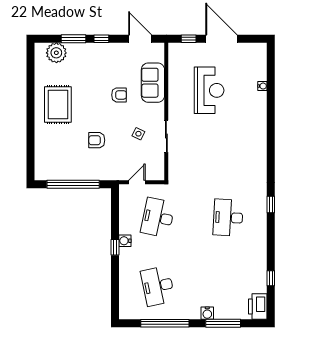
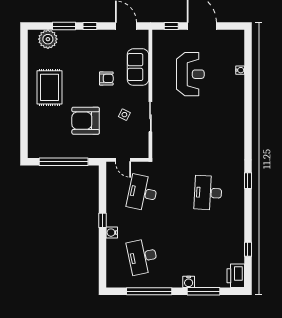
armchair: (97, 140) -> (86, 121), width x1.88, depth x1.88
door: (137, 182) -> (123, 160), swing flipped
water cooler: (125, 241) -> (112, 233), moved

